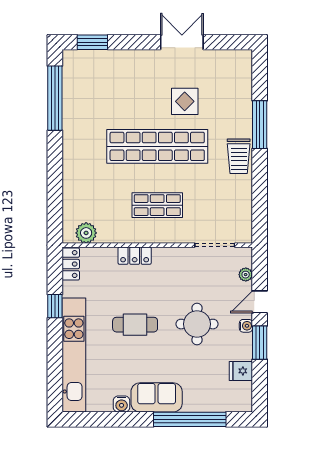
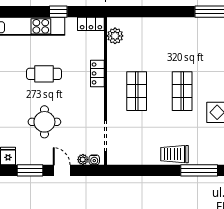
shop shelf: (157, 146) -> (182, 91), width x0.50, depth x0.74
cafe table: (135, 325) -> (44, 74), turned 90
water cooler: (246, 326) -> (94, 160), moved

